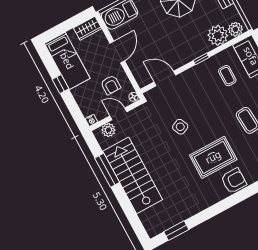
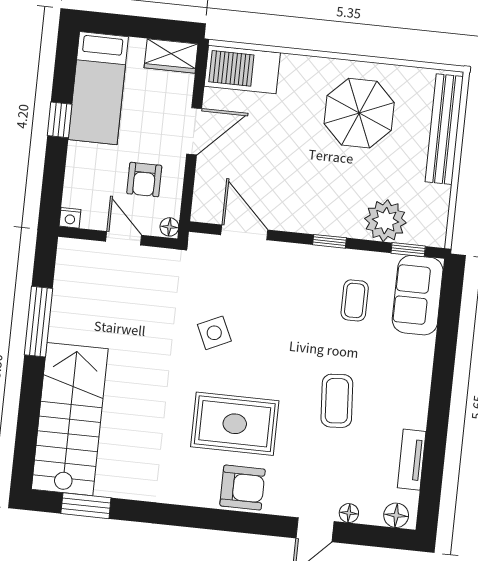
plant: (235, 29) -> (423, 231), removed
window: (235, 41) -> (408, 250), added
plant: (108, 130) -> (88, 254), removed
stairs: (133, 175) -> (70, 419), moved

